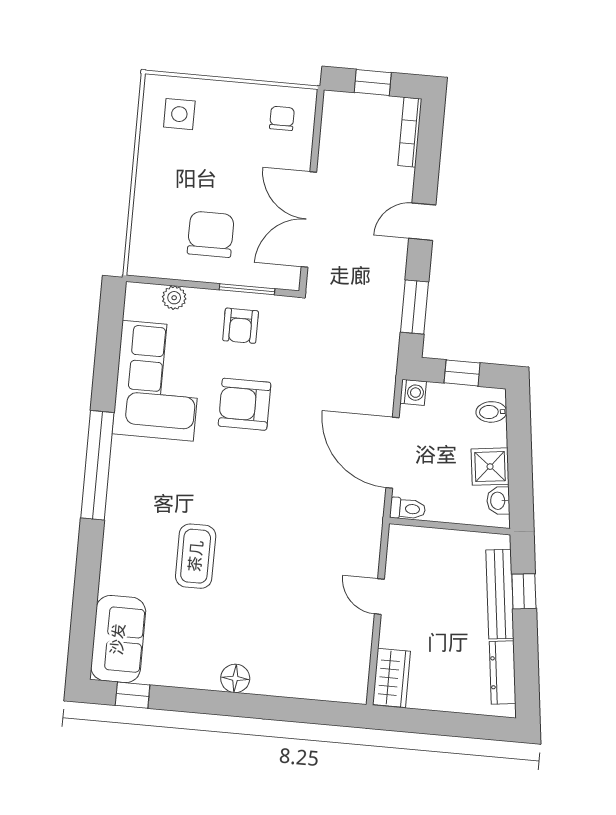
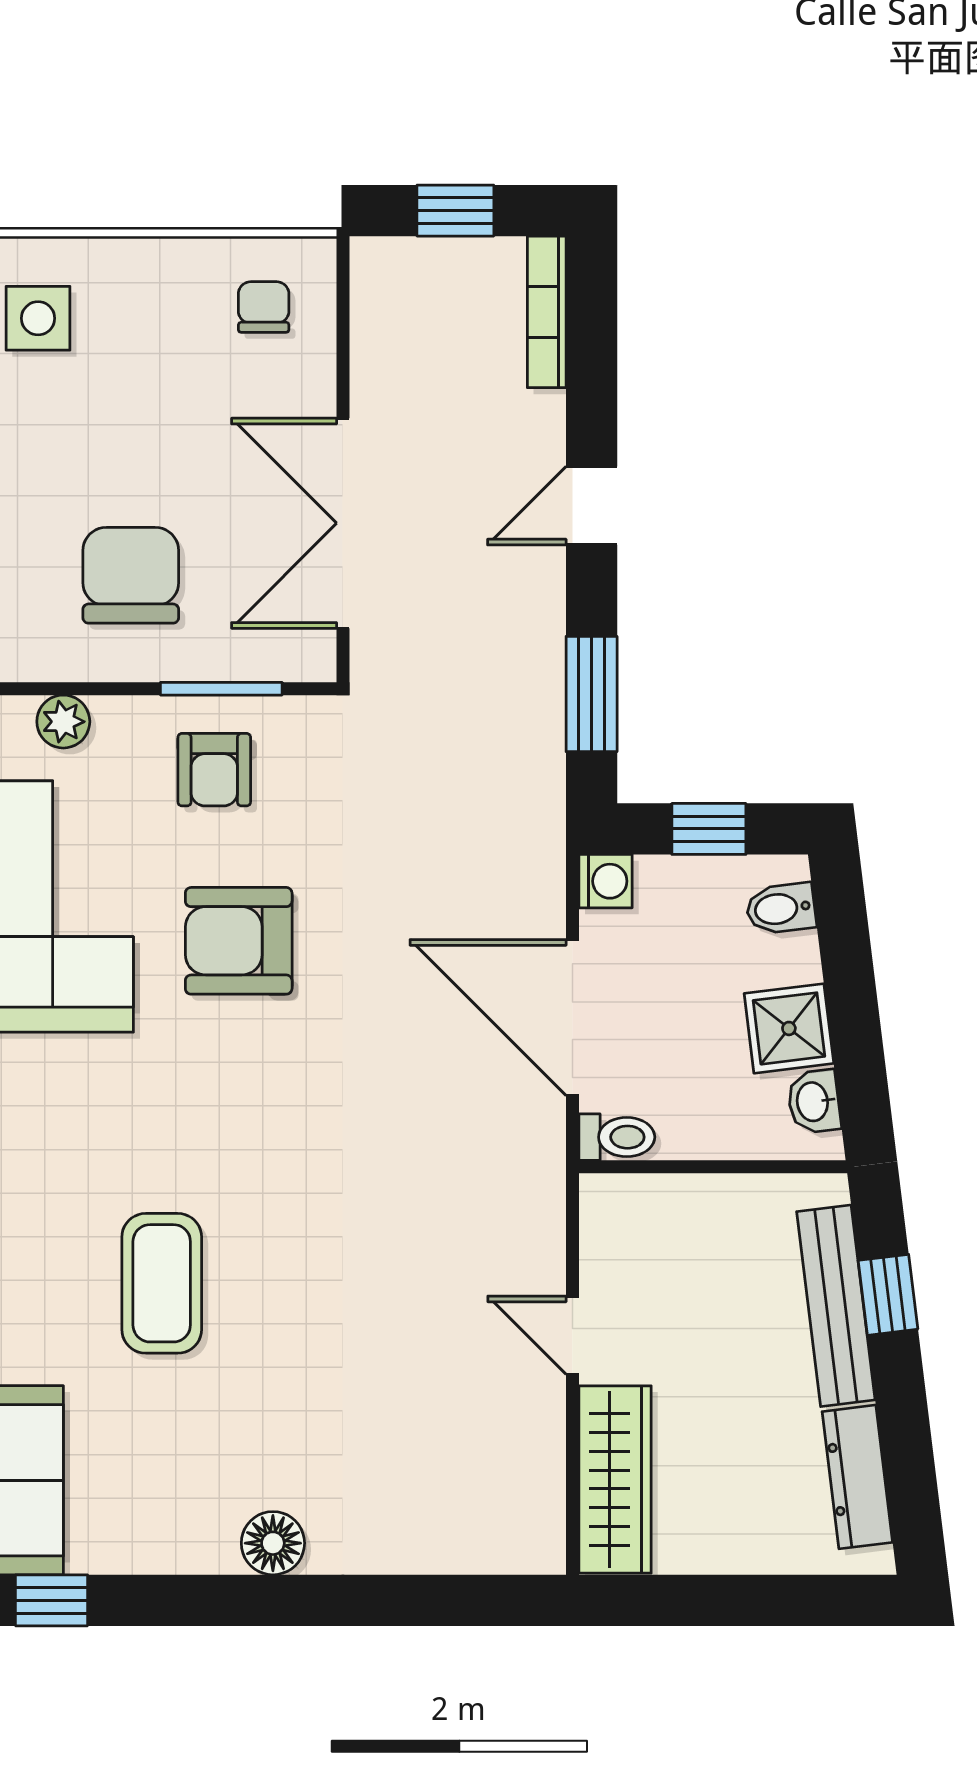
wardrobe: (391, 678) -> (615, 1480), width x1.50

